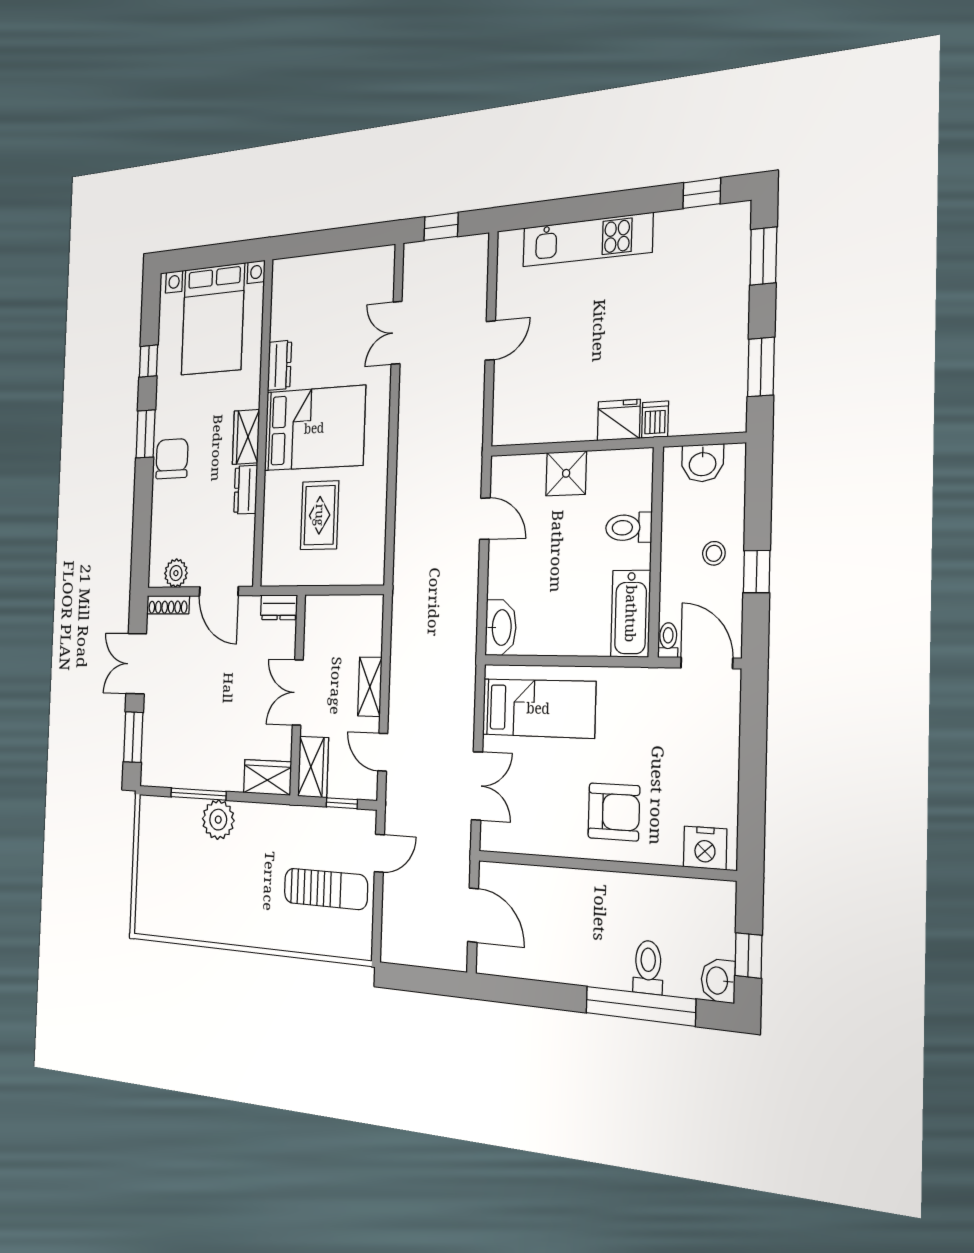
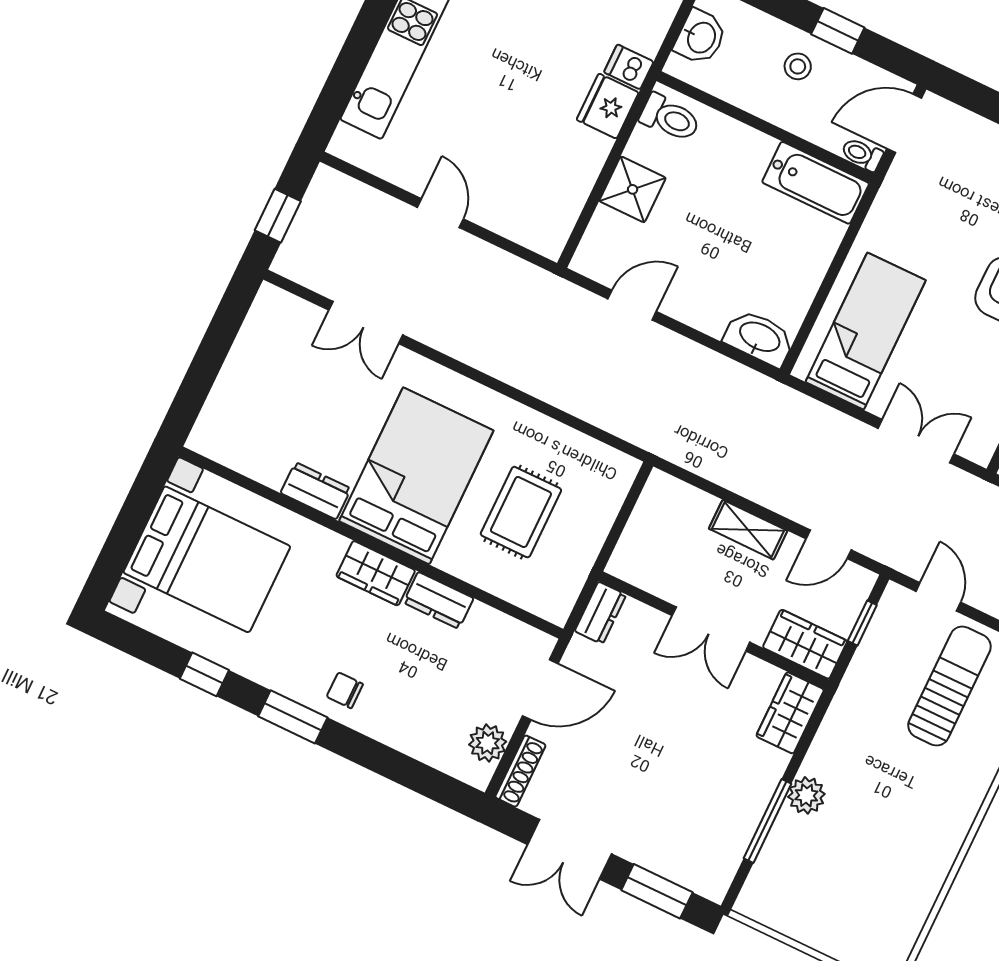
chair: (172, 459) -> (345, 690), width x0.54, depth x0.54
rug: (320, 515) -> (521, 512), turned 90
toilet: (629, 528) -> (670, 118), moved, turned -90
plant: (218, 820) -> (806, 795), width x0.73, depth x0.73

